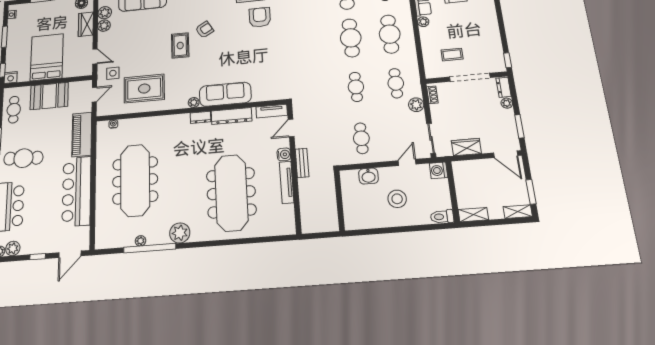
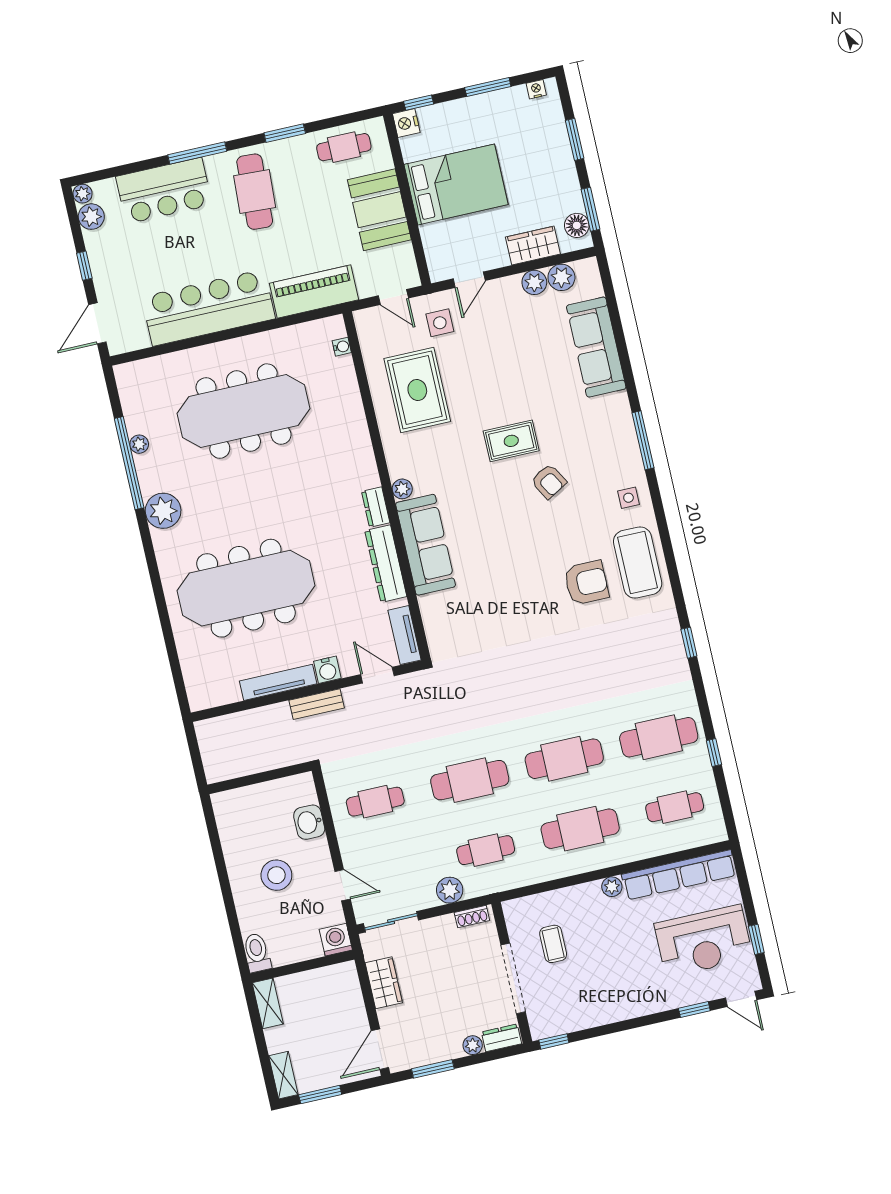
cafe table: (356, 87) -> (470, 780), width x1.37, depth x1.35
door: (70, 254) -> (97, 323), hinge flipped

